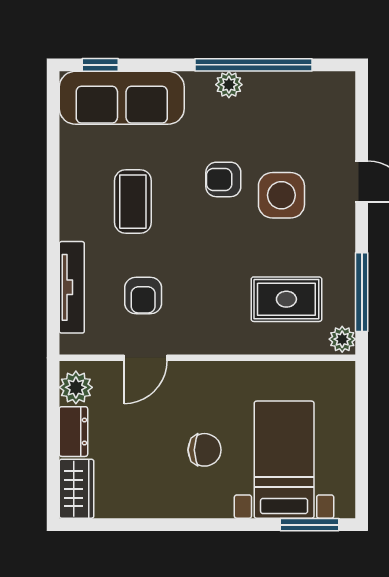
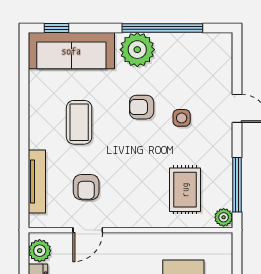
plant: (229, 85) -> (137, 50), width x1.87, depth x1.87
side table: (281, 195) -> (182, 118), width x0.54, depth x0.54
rug: (286, 299) -> (185, 190), turned 90

